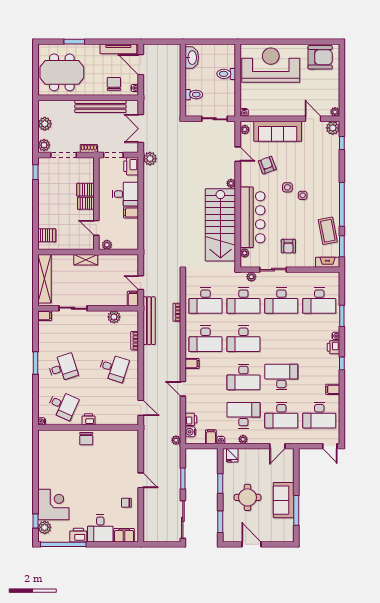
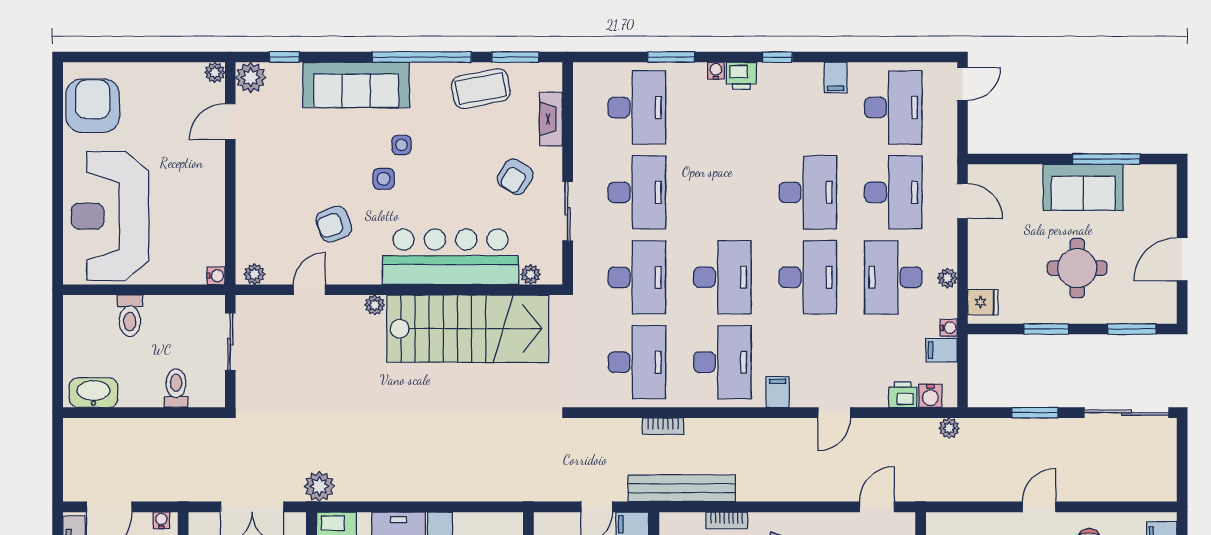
sofa: (278, 131) -> (356, 85), moved, turned 90
armchair: (288, 246) -> (515, 177), turned 122
fireplace: (328, 262) -> (551, 119), moved
plant: (251, 277) -> (583, 260), removed
desk: (281, 377) -> (808, 192), turned 180

